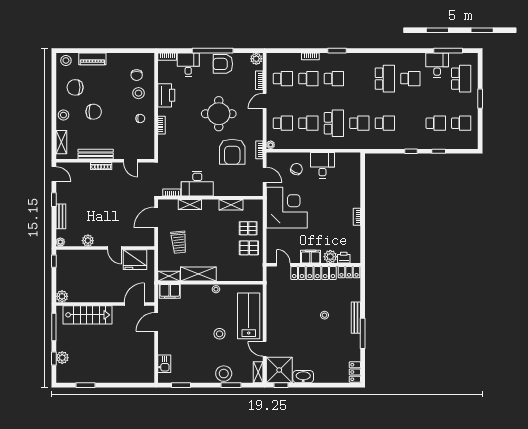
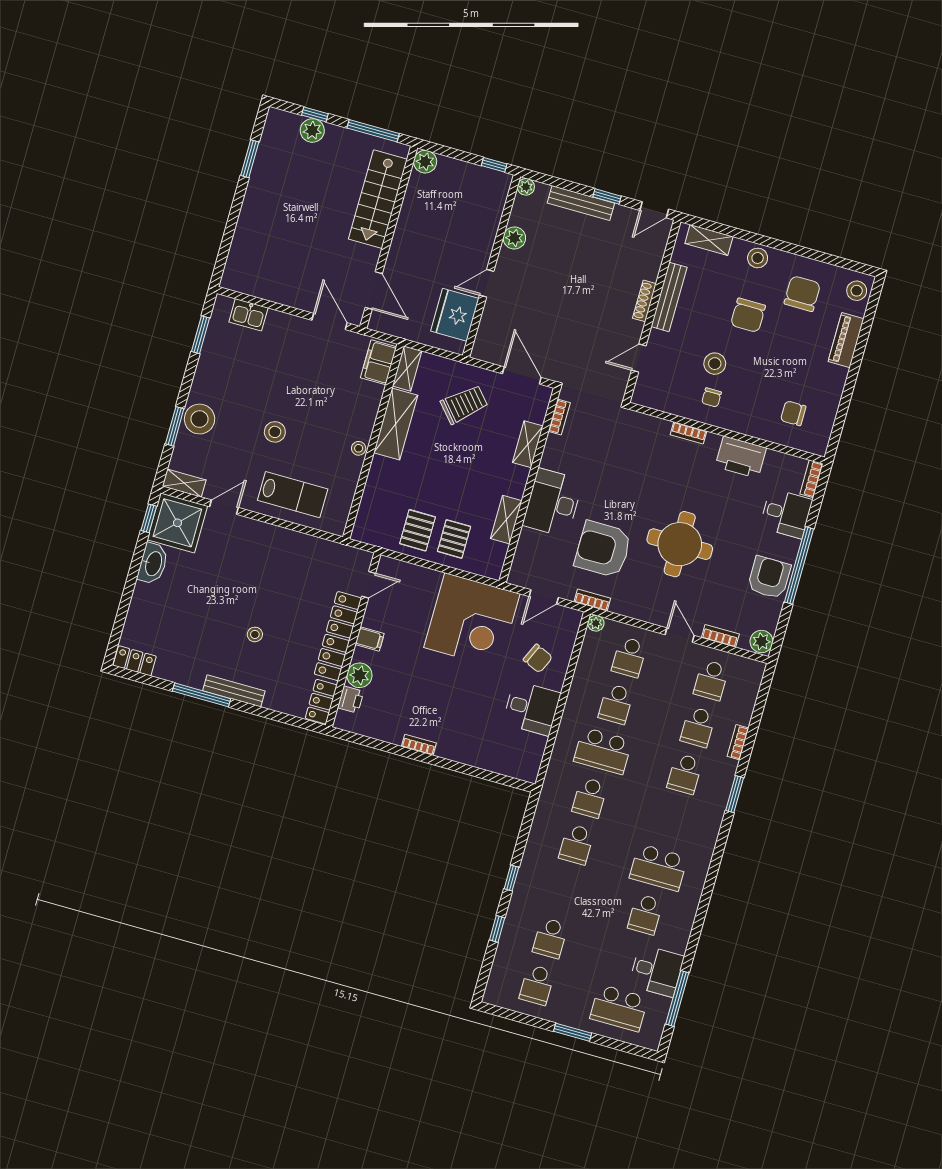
stool: (138, 93) -> (715, 364), moved
desk: (197, 184) -> (553, 503), moved
bench: (61, 216) -> (581, 203), width x1.36
trolley: (179, 242) -> (464, 404), turned 145
filing cabinet: (311, 257) -> (370, 639), width x0.50
lab bench: (249, 316) -> (293, 495), width x0.73, depth x0.72

